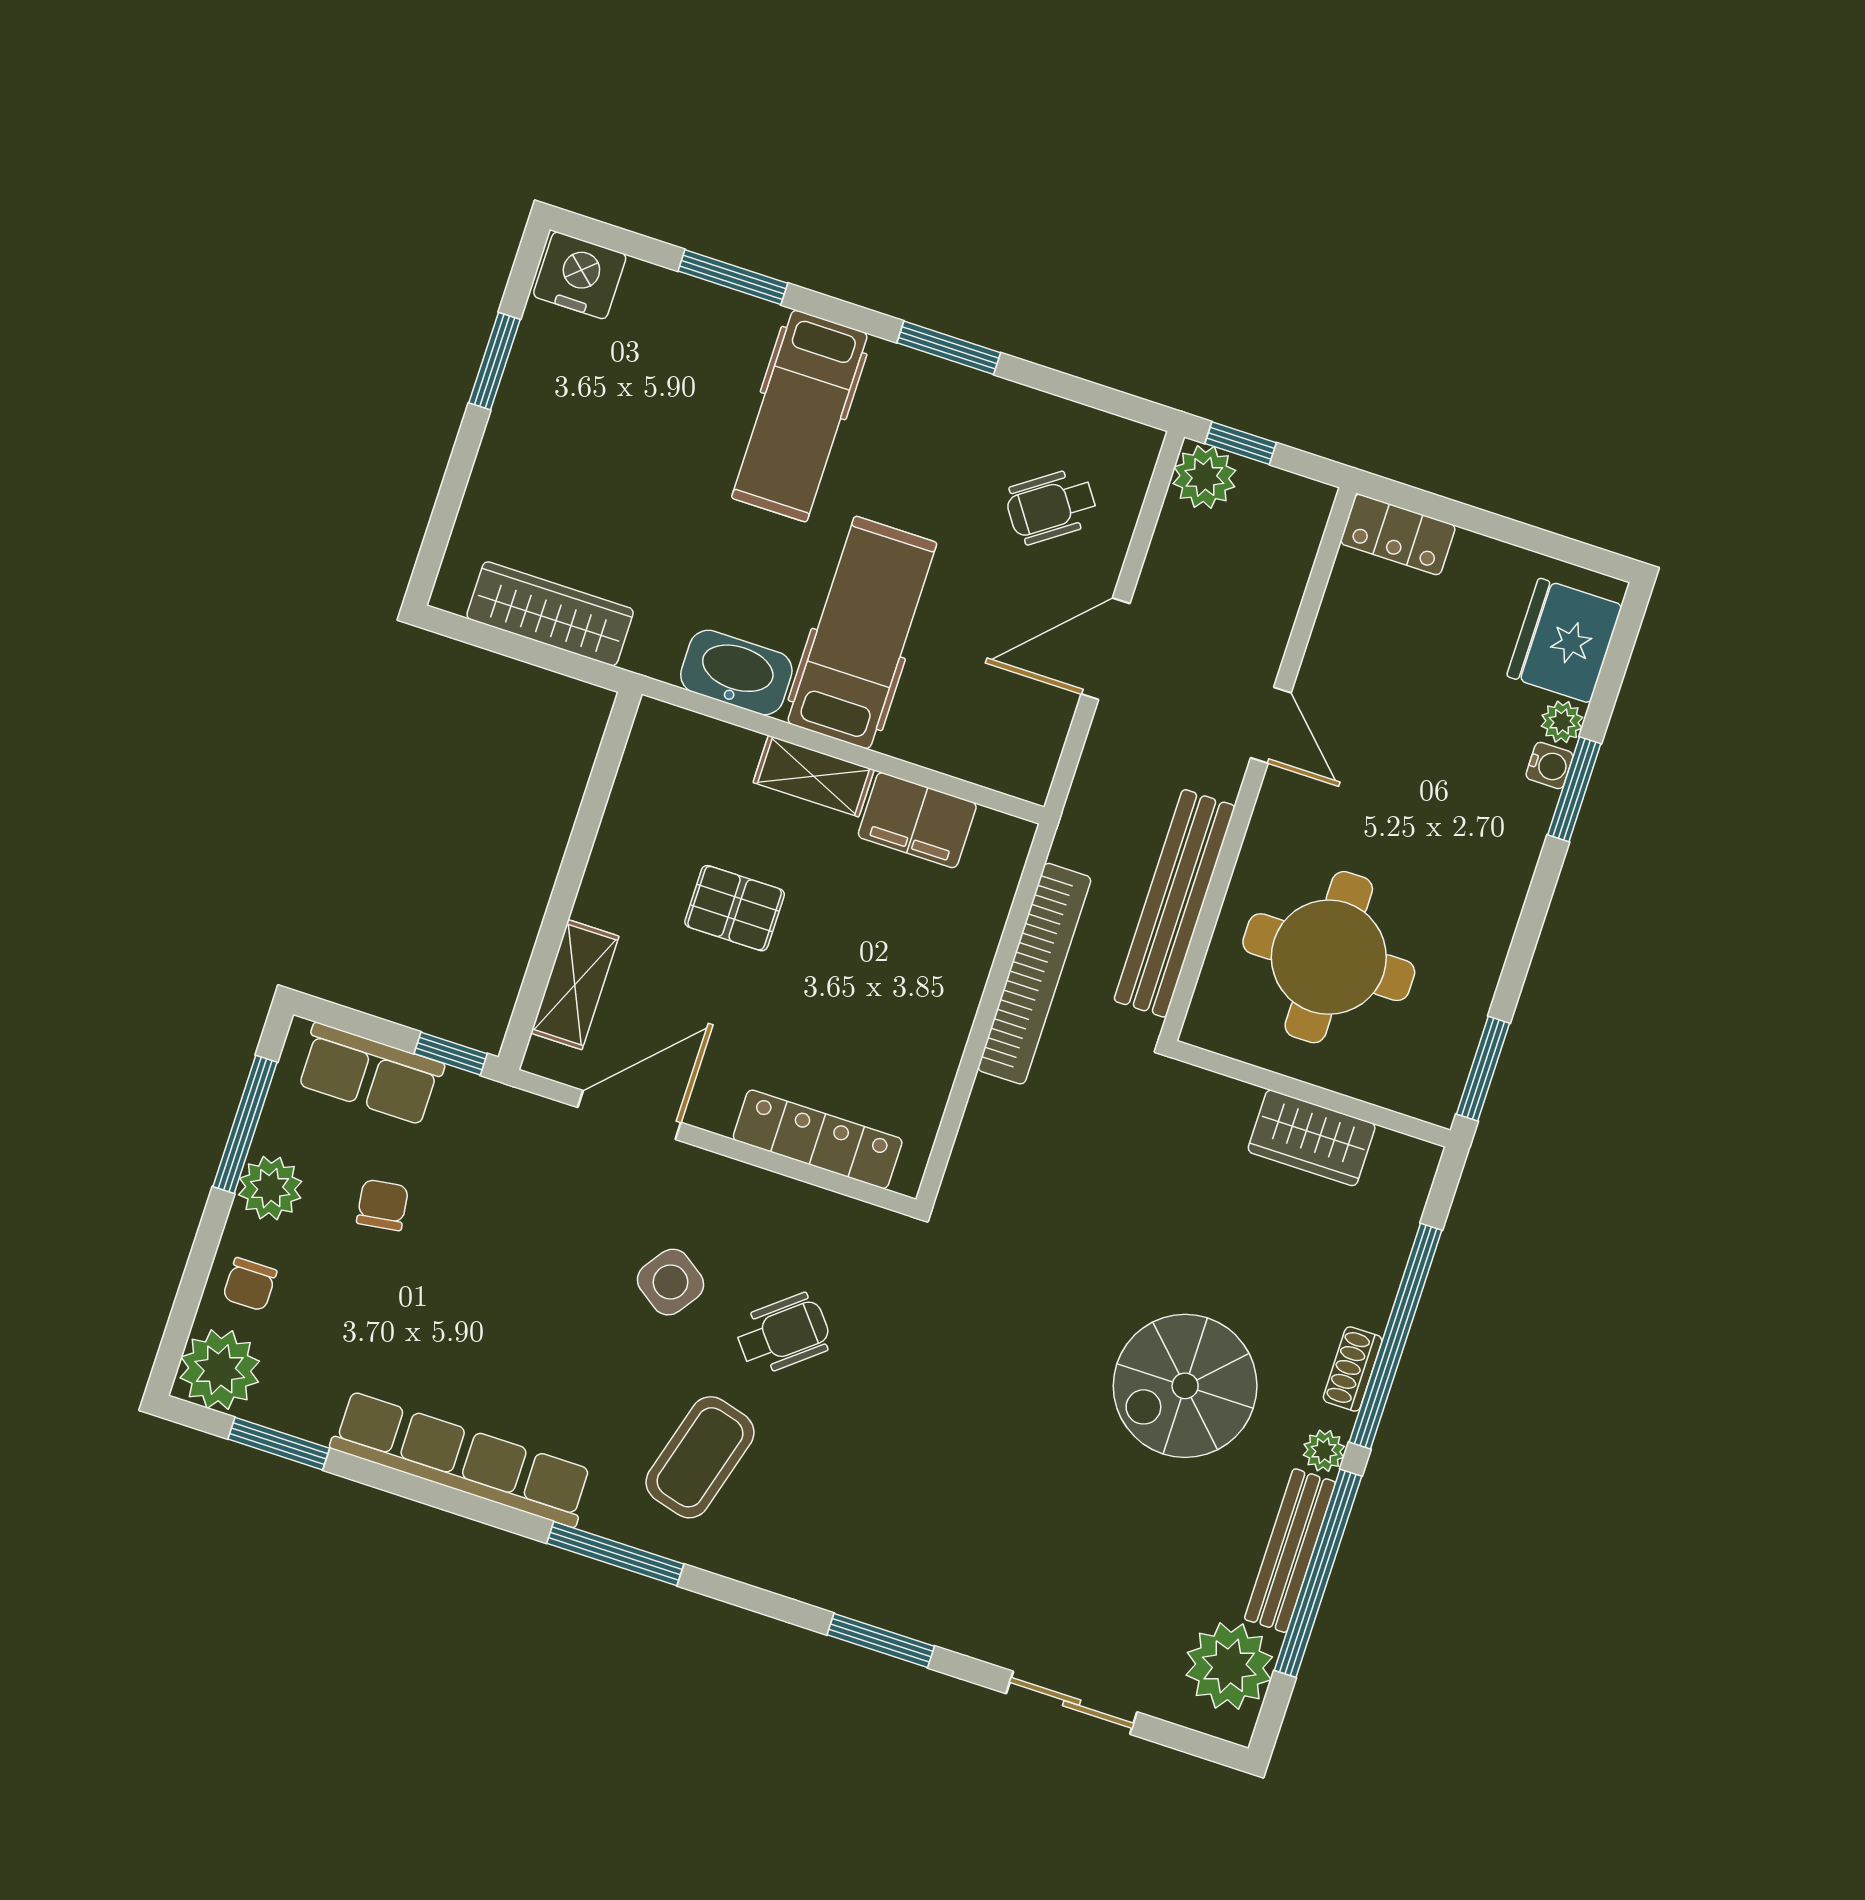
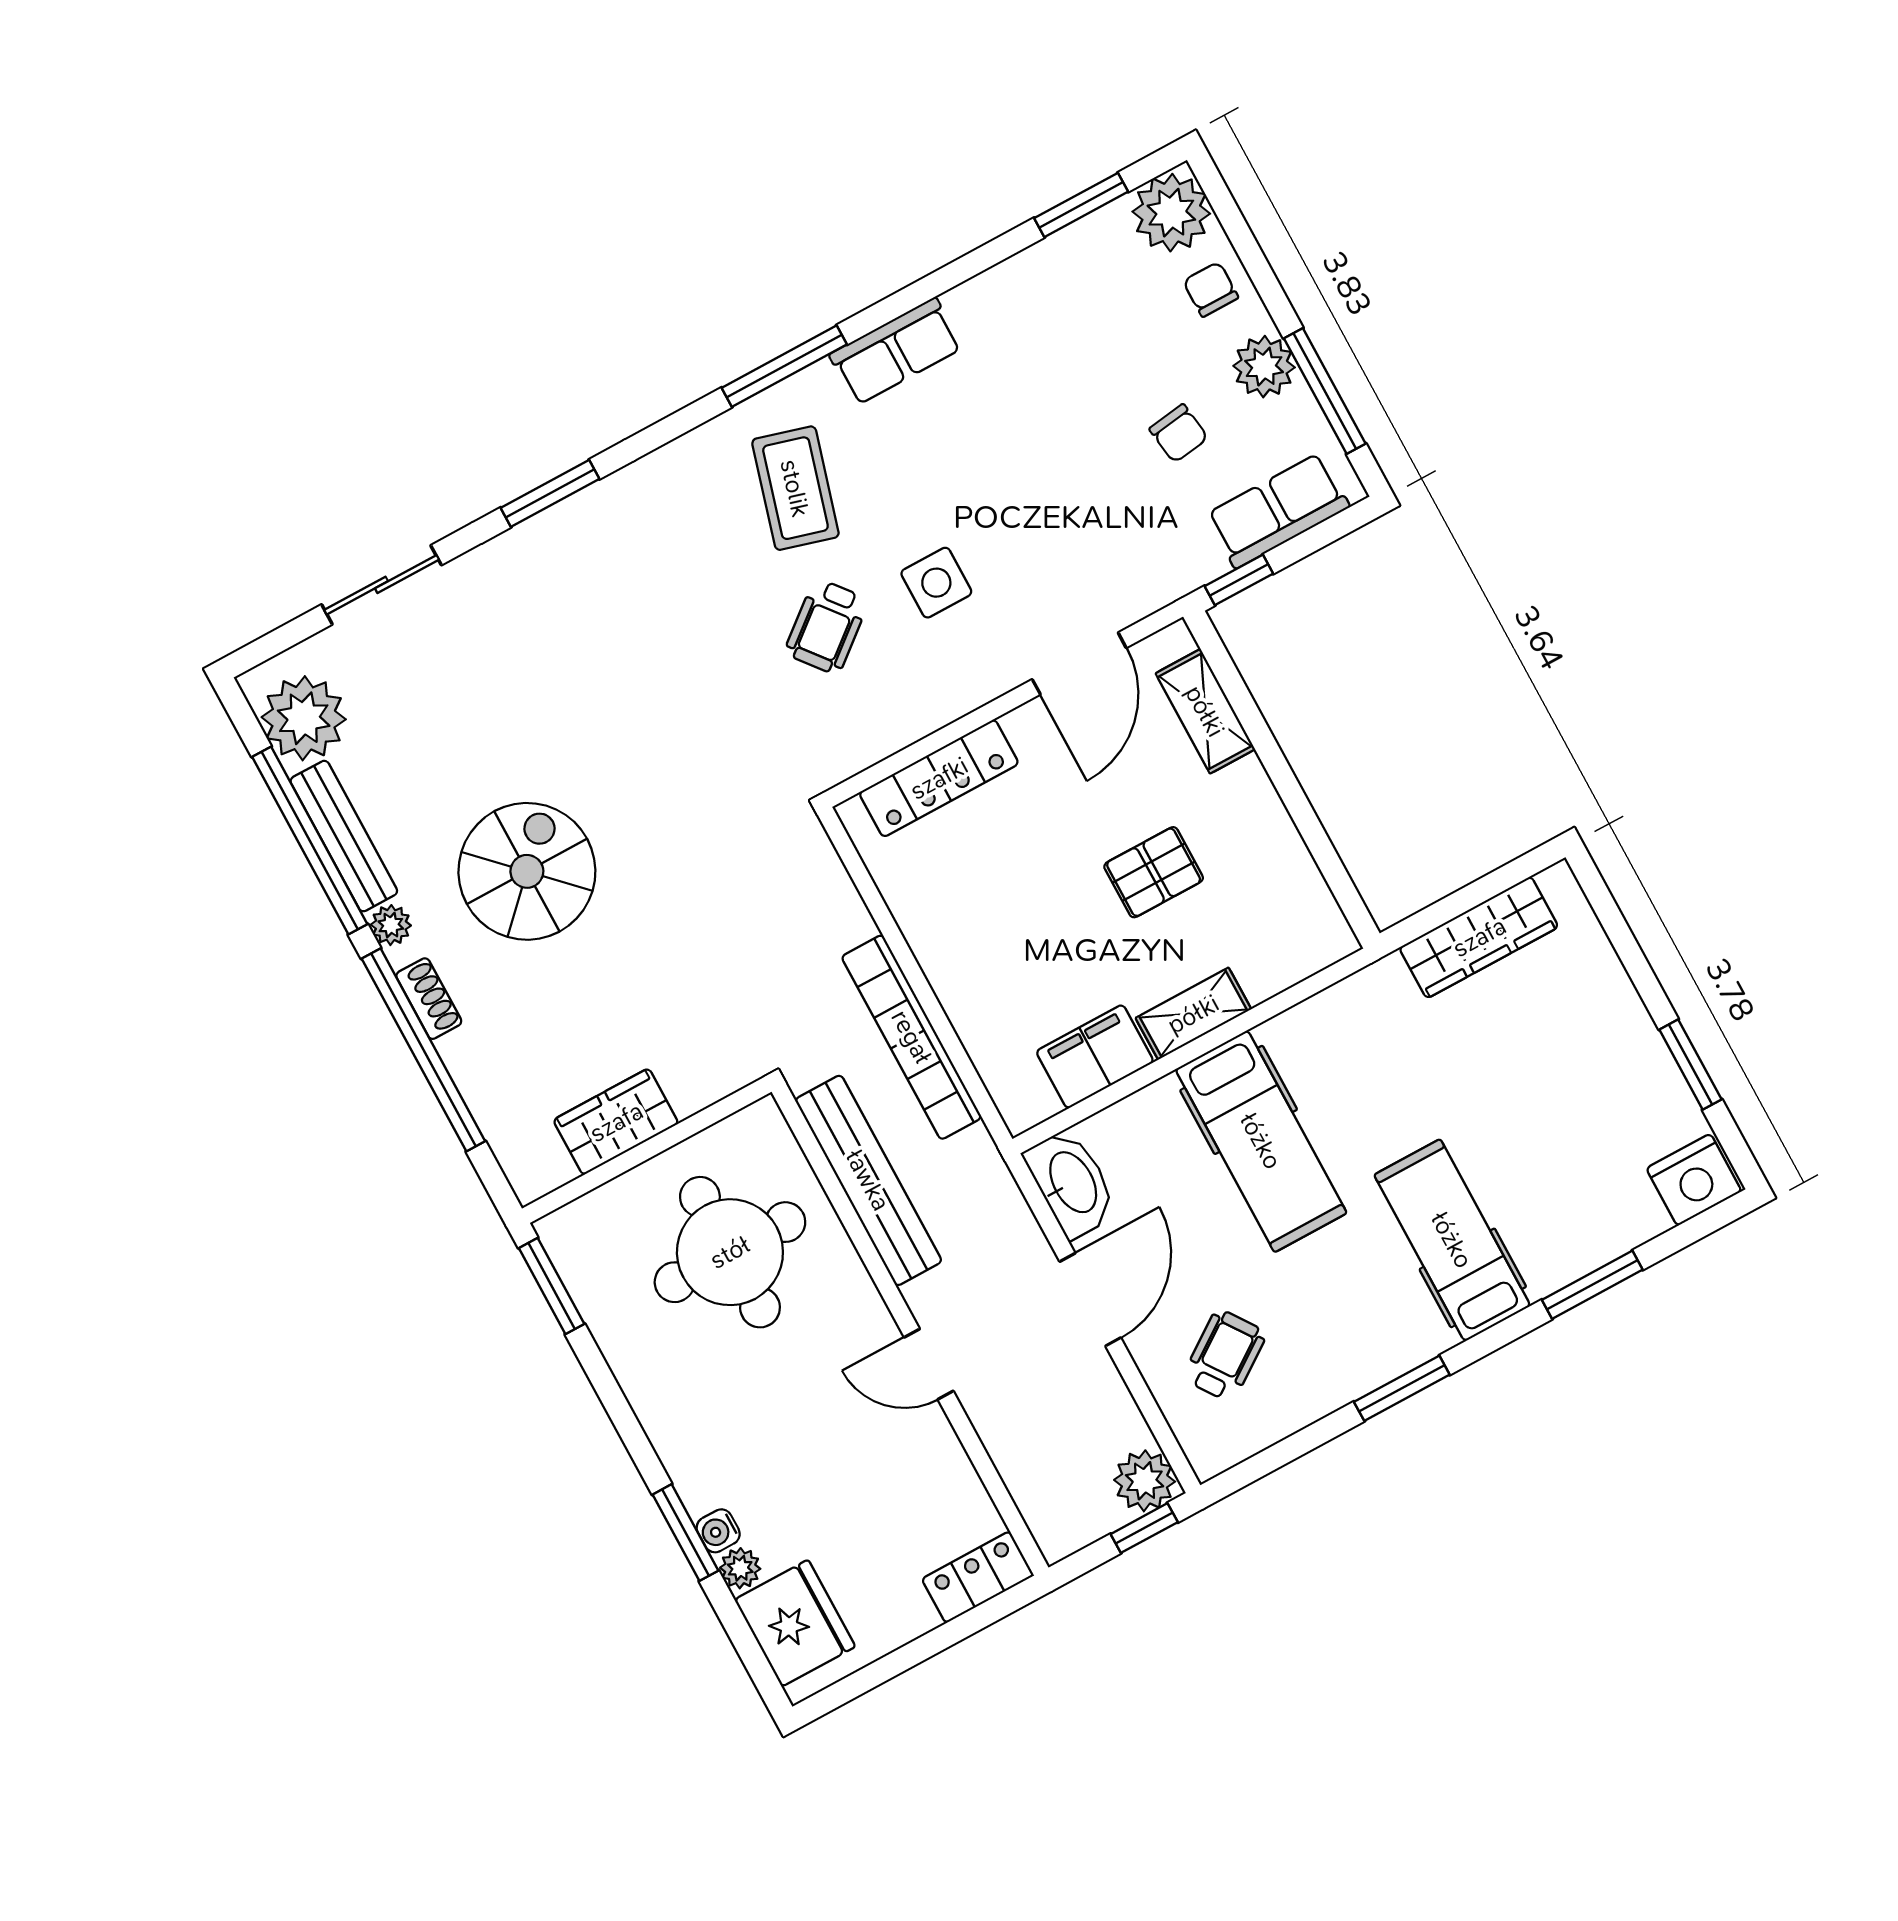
washbasin: (736, 673) -> (1072, 1183), moved, turned -90
side table: (671, 1282) -> (936, 583), turned -35
row of seats: (461, 1459) -> (896, 351), width x0.50

